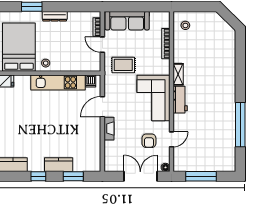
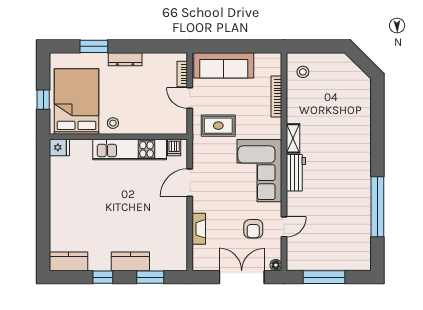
fireplace: (109, 129) -> (199, 229), moved

